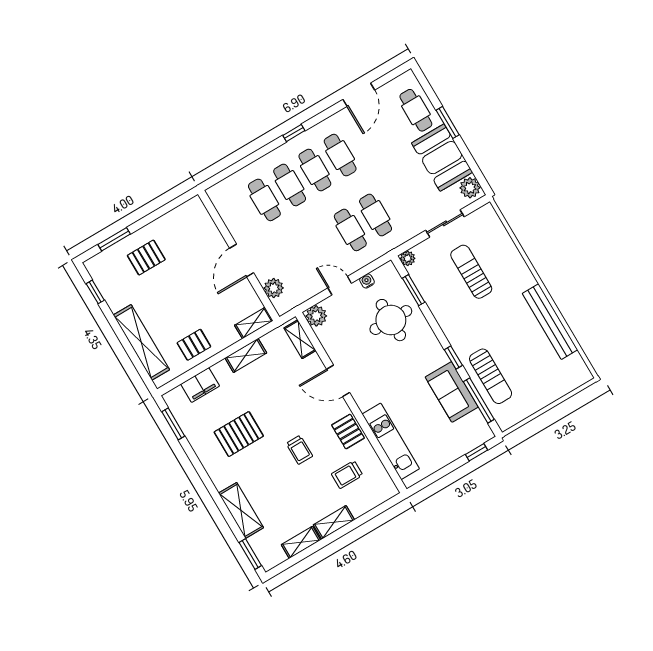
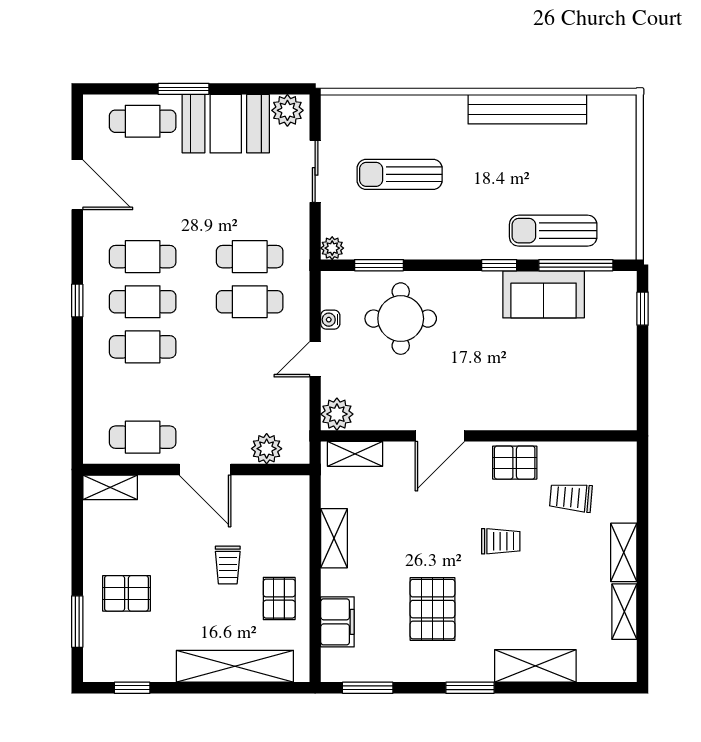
cafe table: (264, 200) -> (143, 437), moved
pallet: (146, 258) -> (126, 593), turned 90
trolley: (196, 305) -> (228, 565), added
shelving: (254, 323) -> (110, 487), moved, turned 90
sun lounger: (491, 376) -> (553, 231), turned 180
kitchen unit: (391, 441) -> (561, 414), removed
trolley: (347, 475) -> (571, 497), turned 95
window: (250, 554) -> (470, 688), moved

